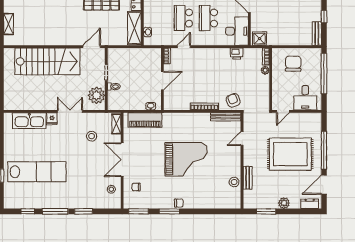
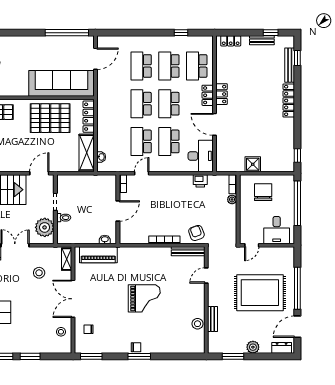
window: (324, 17) -> (297, 155), moved
bench: (317, 34) -> (289, 159), removed
shower: (260, 39) -> (253, 164), moved
grand piano: (186, 159) -> (144, 298), width x0.73, depth x0.68
window: (169, 211) -> (139, 356), moved

